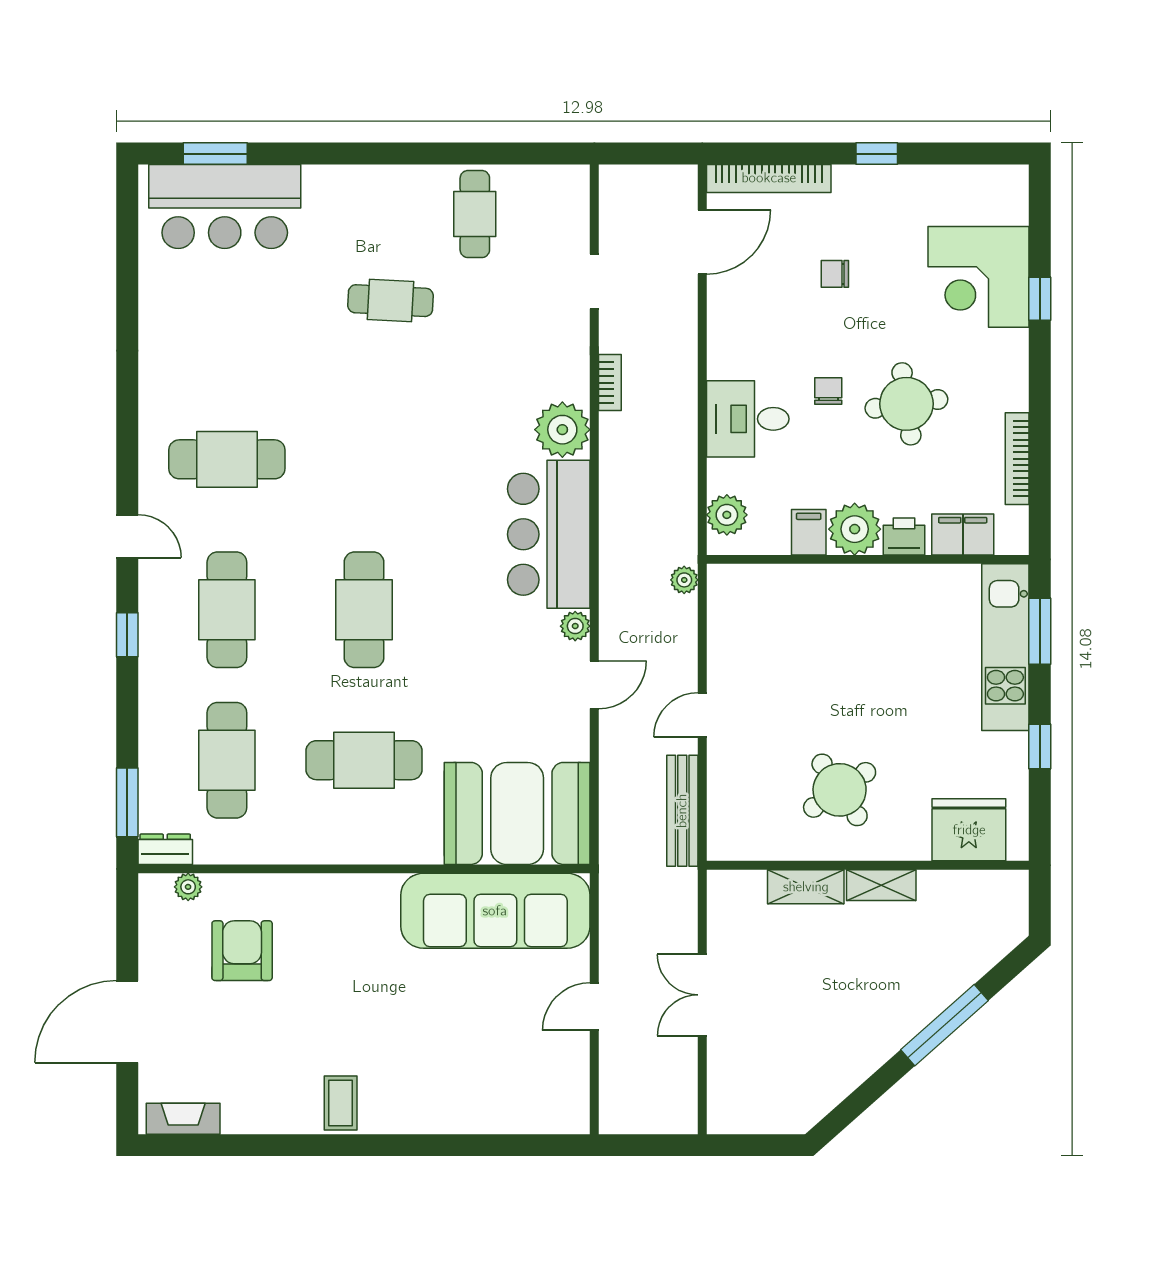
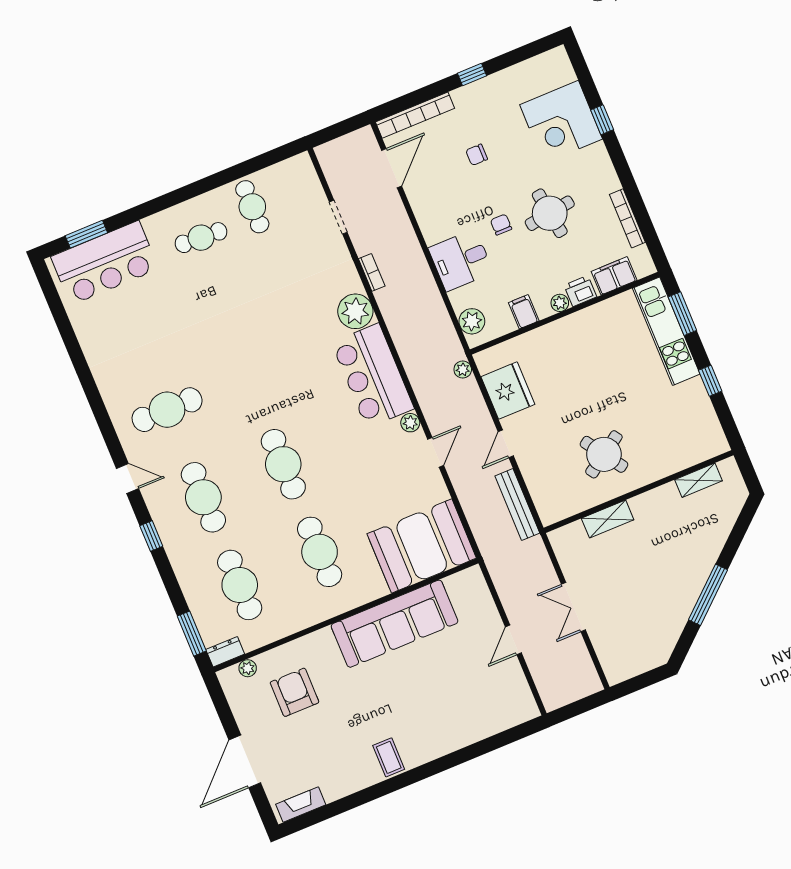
cafe table: (391, 301) -> (201, 238), moved
plant: (855, 529) -> (560, 303), width x0.53, depth x0.53
cafe table: (364, 760) -> (320, 552), turned 90
fridge: (969, 830) -> (508, 391), moved, turned 90
shelving: (881, 885) -> (698, 480), moved
sofa: (495, 911) -> (395, 624), moved
window: (944, 1025) -> (708, 595), moved

